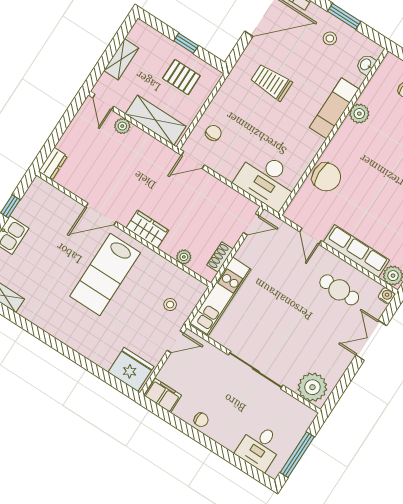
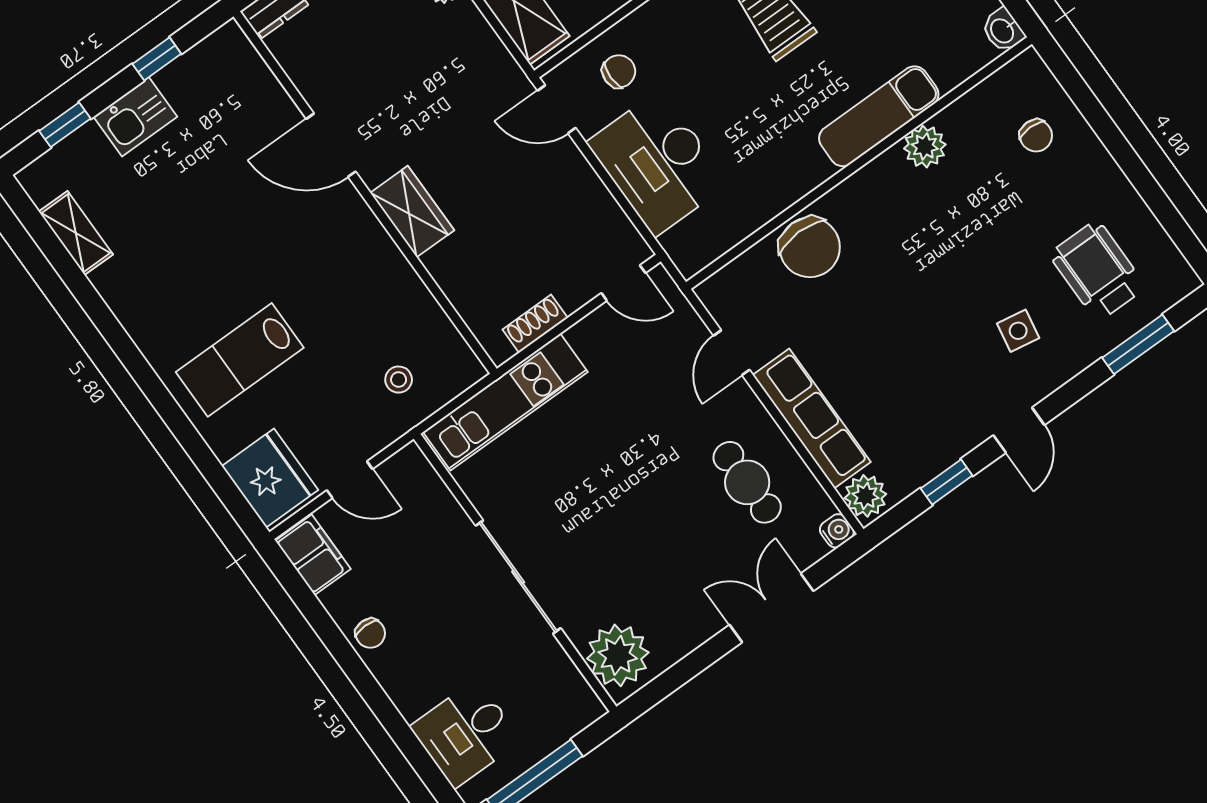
washbasin: (366, 65) -> (1003, 30), moved, turned -90
desk: (267, 180) -> (658, 163), moved
plant: (184, 257) -> (463, 295), removed
lab bench: (105, 275) -> (240, 360), moved, width x0.73, depth x0.72
door: (175, 342) -> (350, 480), moved

